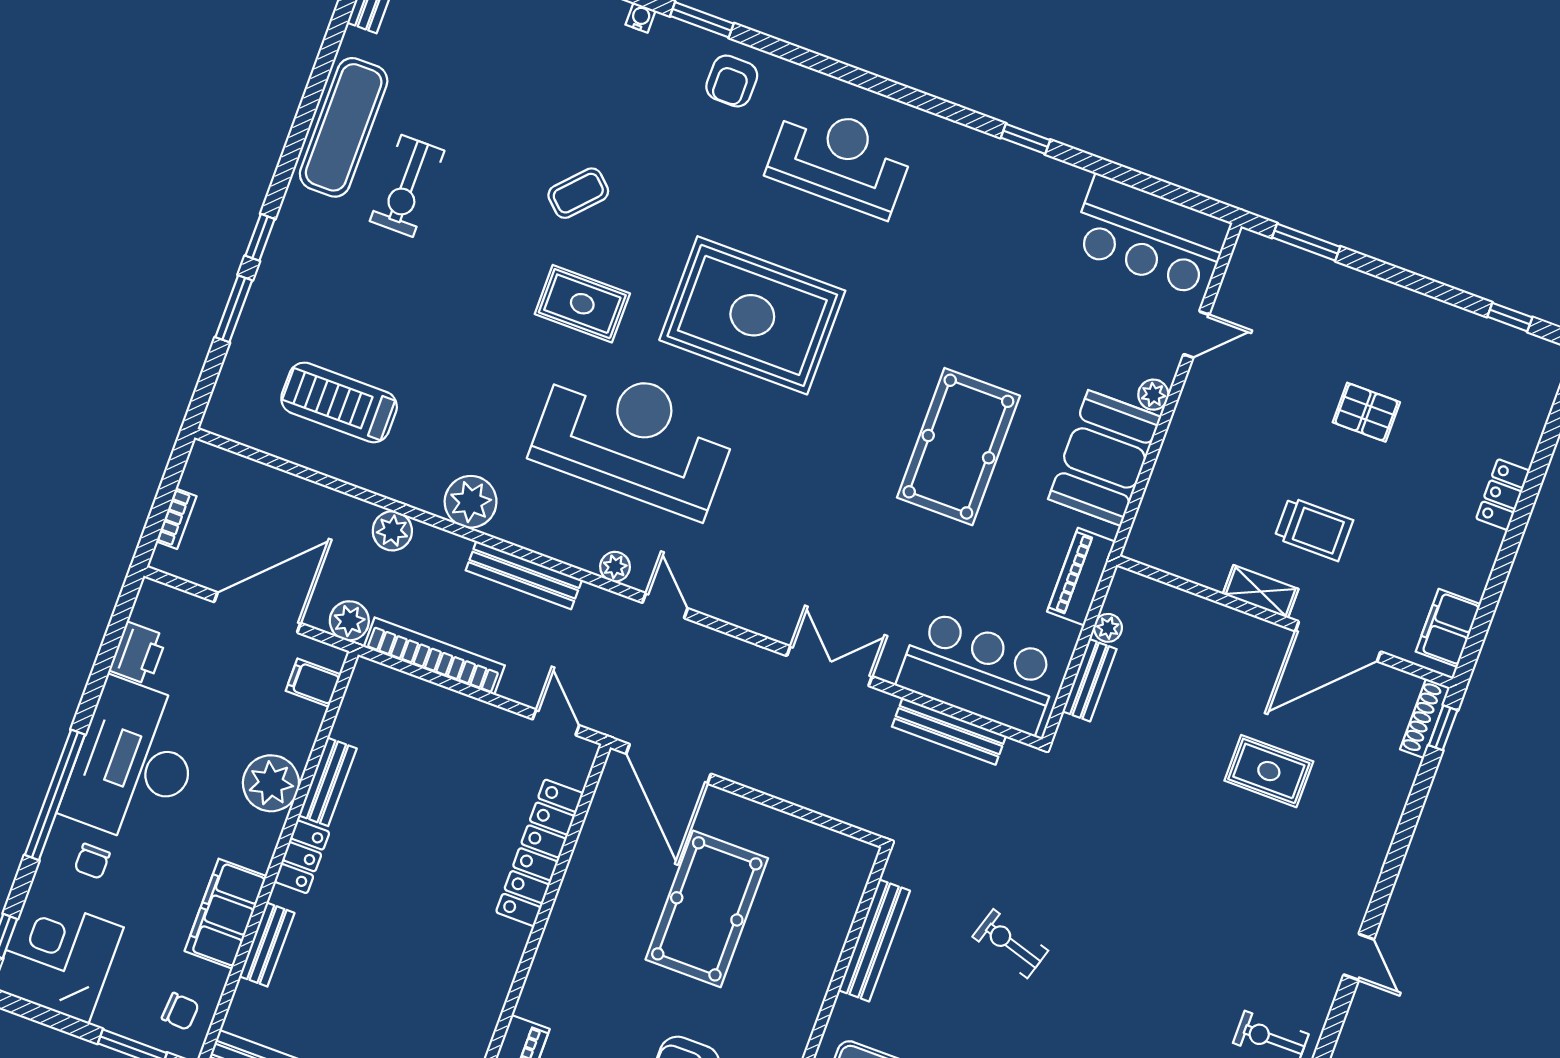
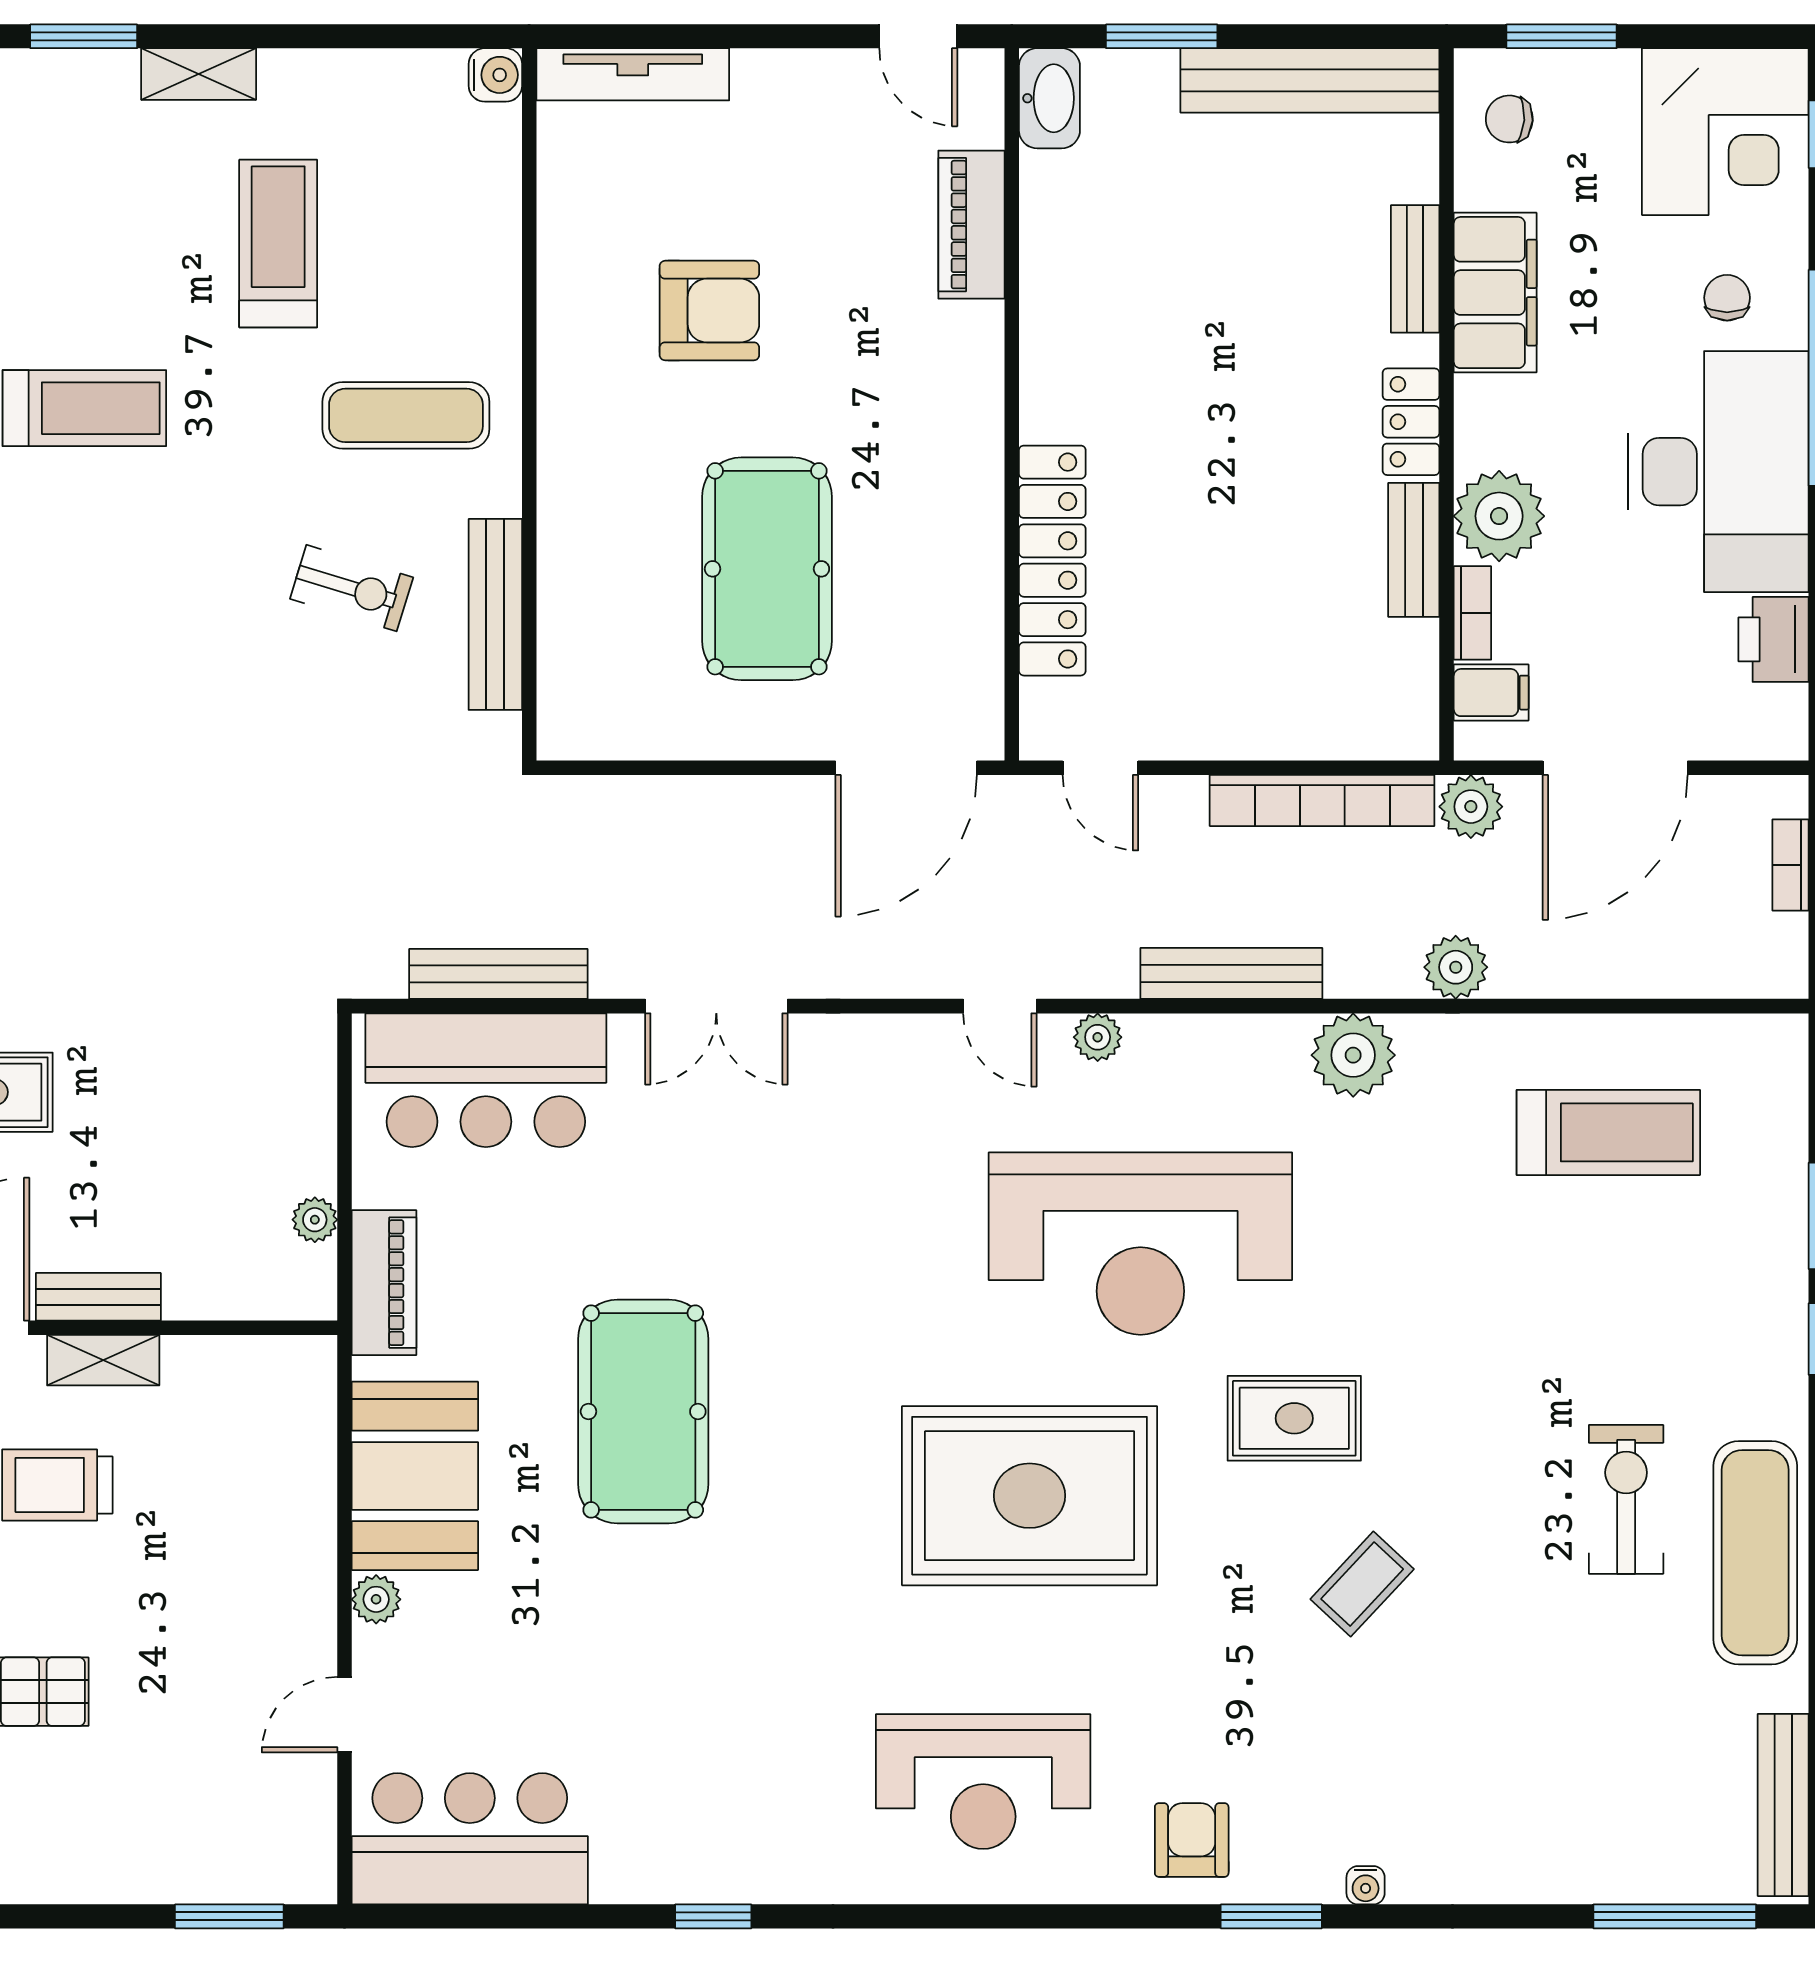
bench: (1090, 680) -> (98, 1297), moved, turned 90
bookcase: (307, 733) -> (1472, 613), added
door: (669, 764) -> (906, 768), swing flipped
exercise bike: (1010, 944) -> (352, 588), moved

